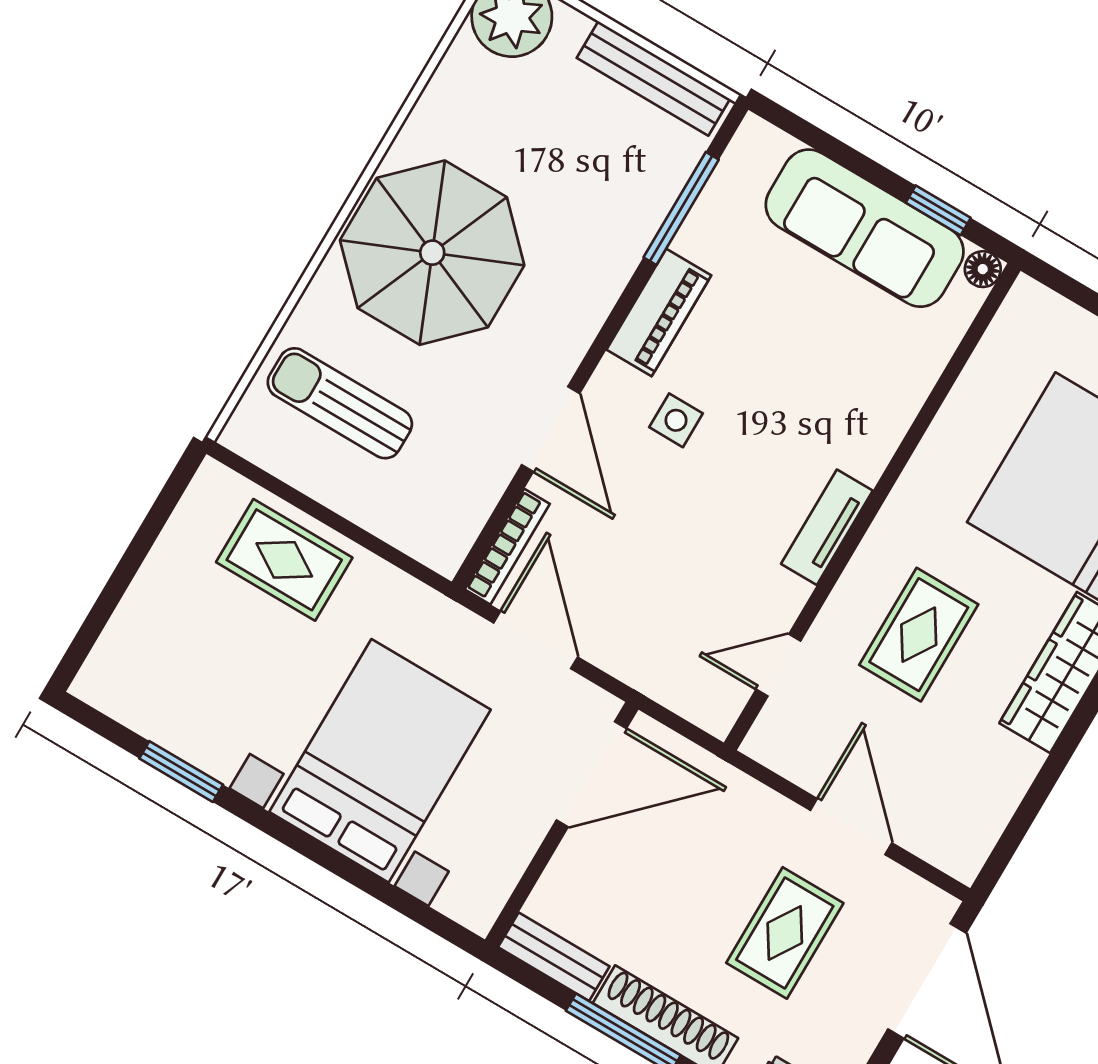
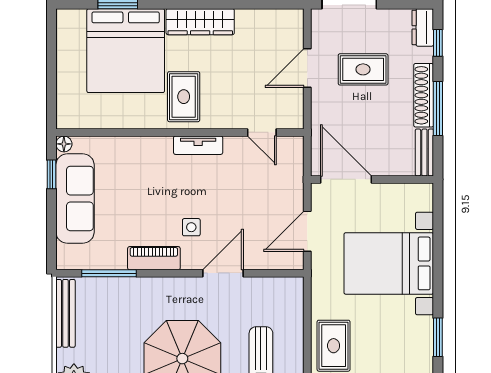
bookcase: (507, 547) -> (278, 263), removed
rug: (919, 635) -> (184, 97), moved, turned 90

